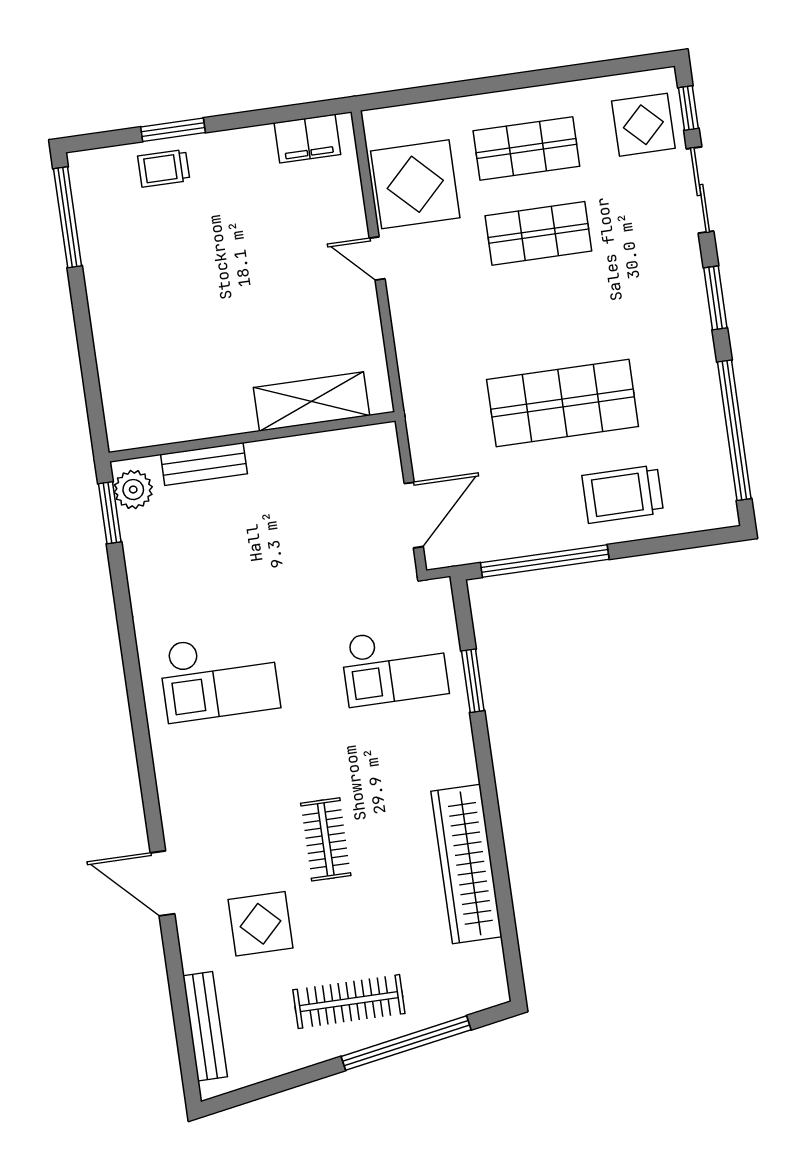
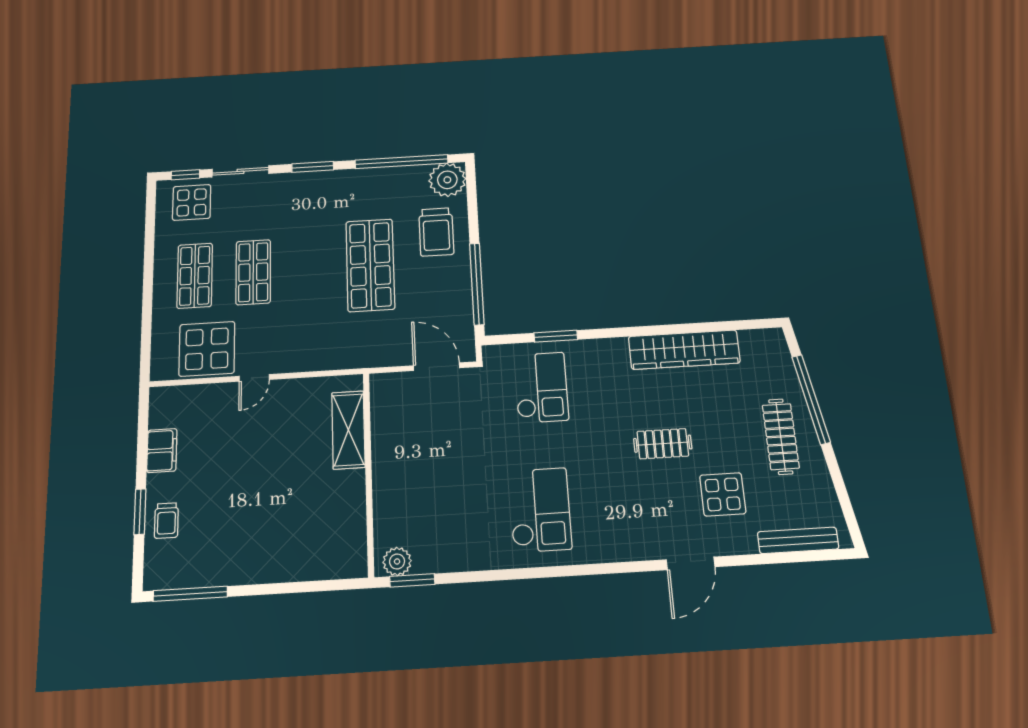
filing cabinet: (307, 139) -> (162, 451), moved
bench: (204, 464) -> (384, 509), removed
plant: (709, 502) -> (447, 180), added

